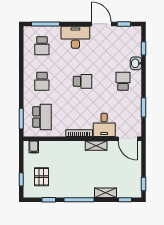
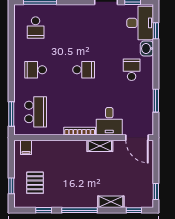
desk: (75, 37) -> (140, 23), moved, turned 90
school desk: (42, 81) -> (36, 70), turned 90

